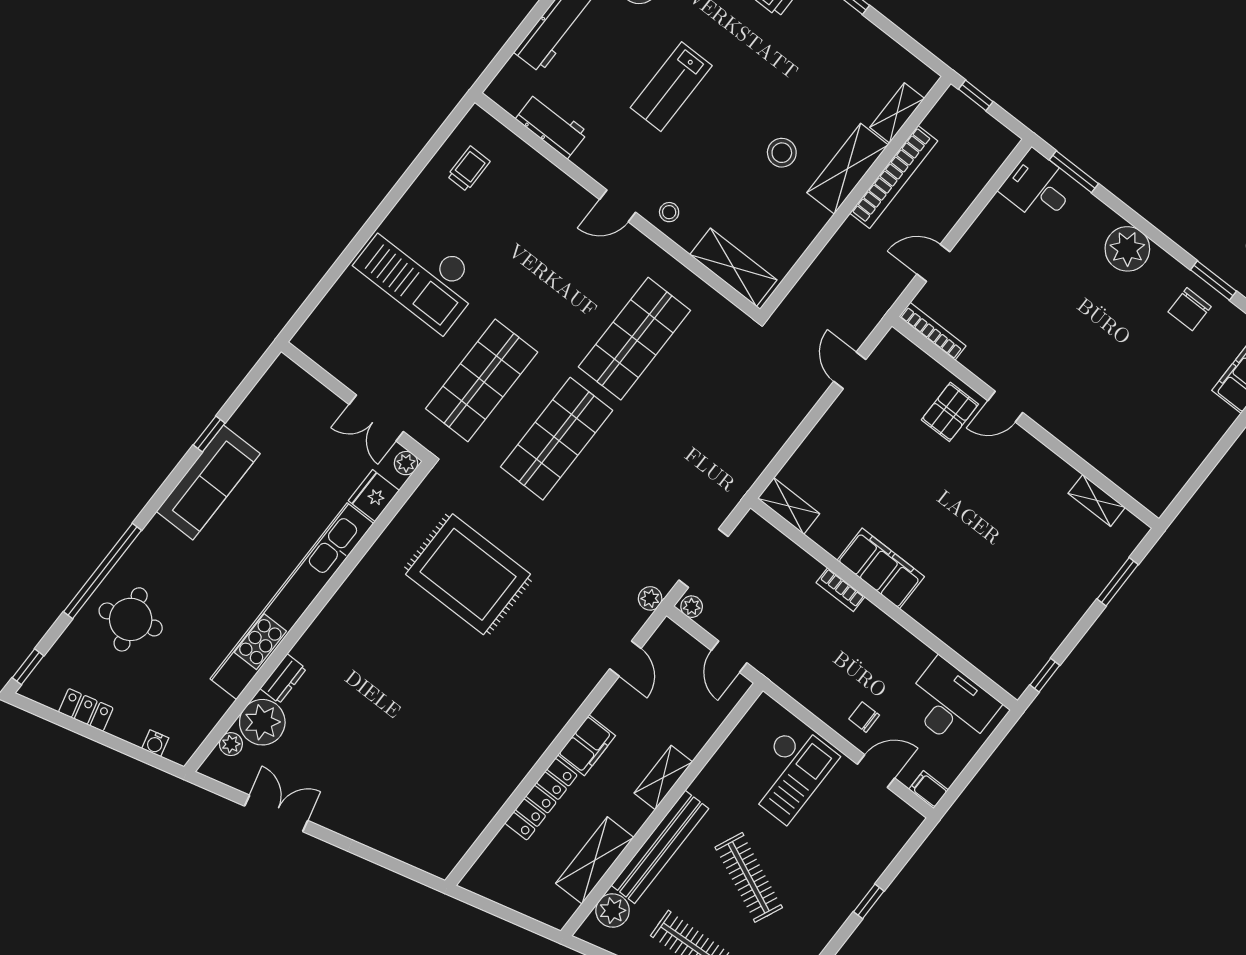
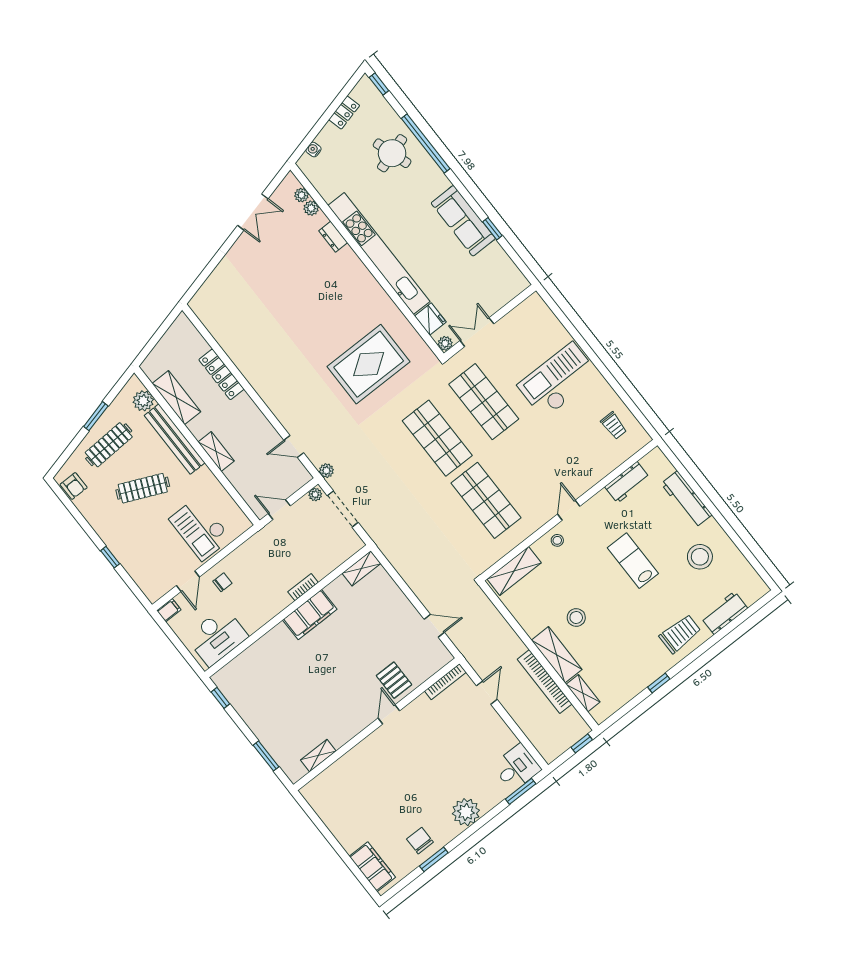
plant: (262, 722) -> (311, 208), width x0.53, depth x0.53
filing cabinet: (587, 745) -> (247, 410), removed

